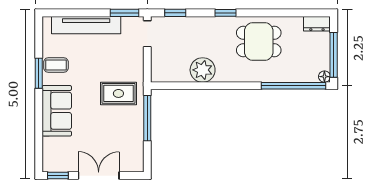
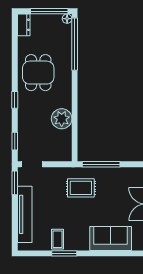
rug: (118, 93) -> (81, 188), turned 90
sofa: (57, 111) -> (111, 239), moved

